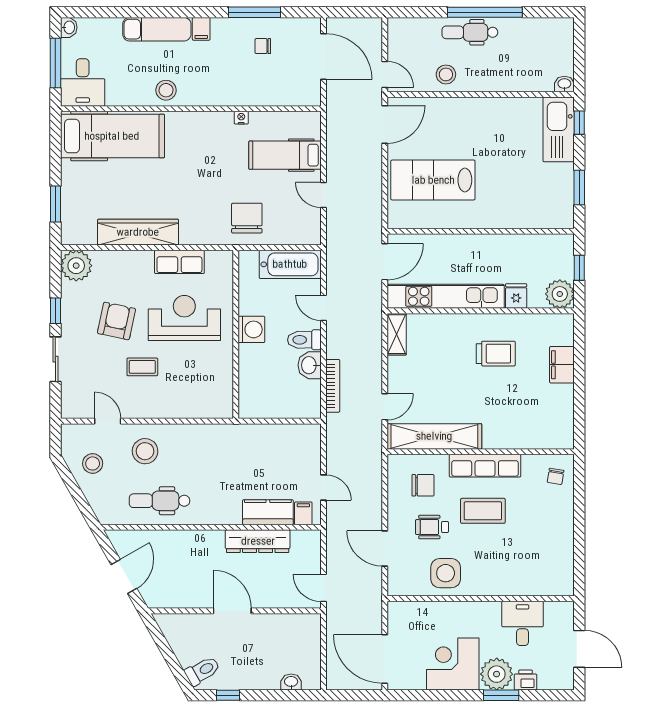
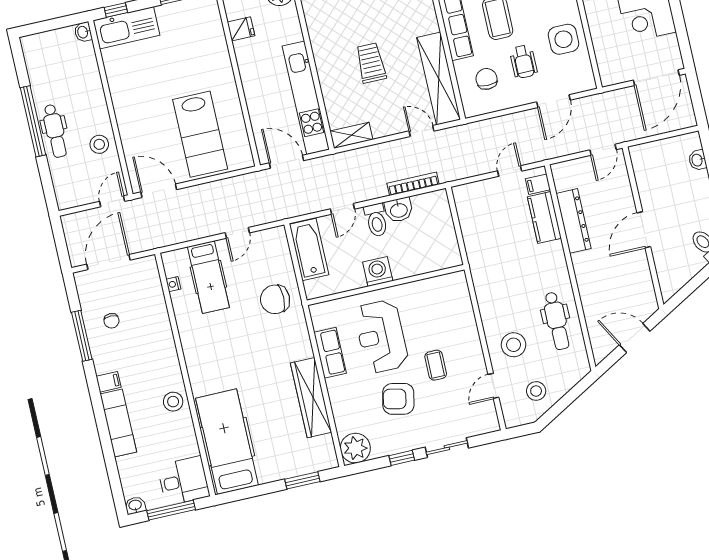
nightstand: (241, 118) -> (173, 284), moved
fridge: (516, 296) -> (241, 29), moved, turned 180
trolley: (496, 354) -> (371, 63), moved

